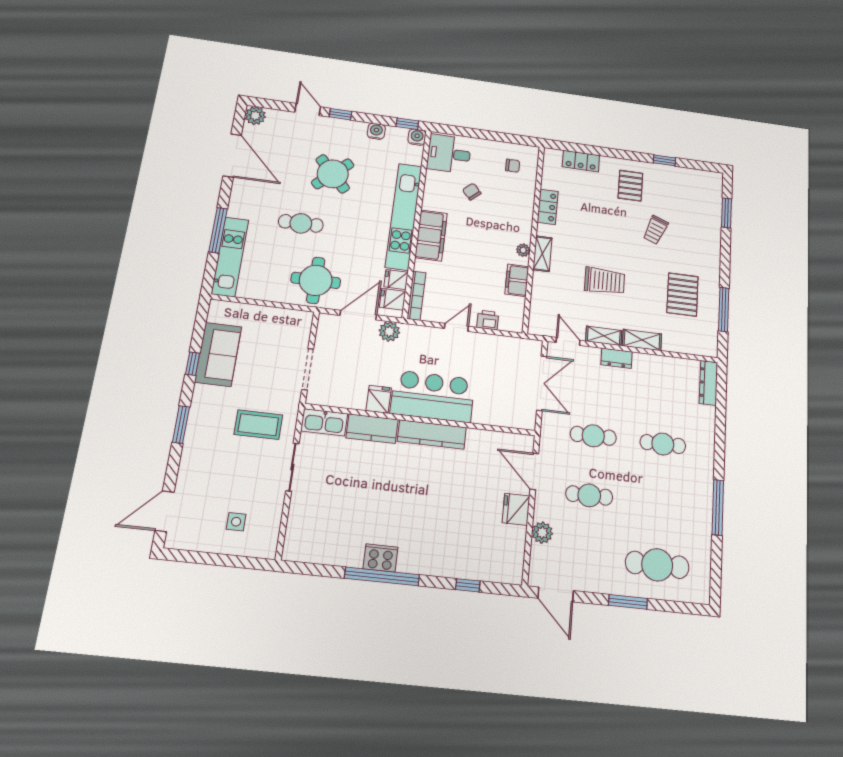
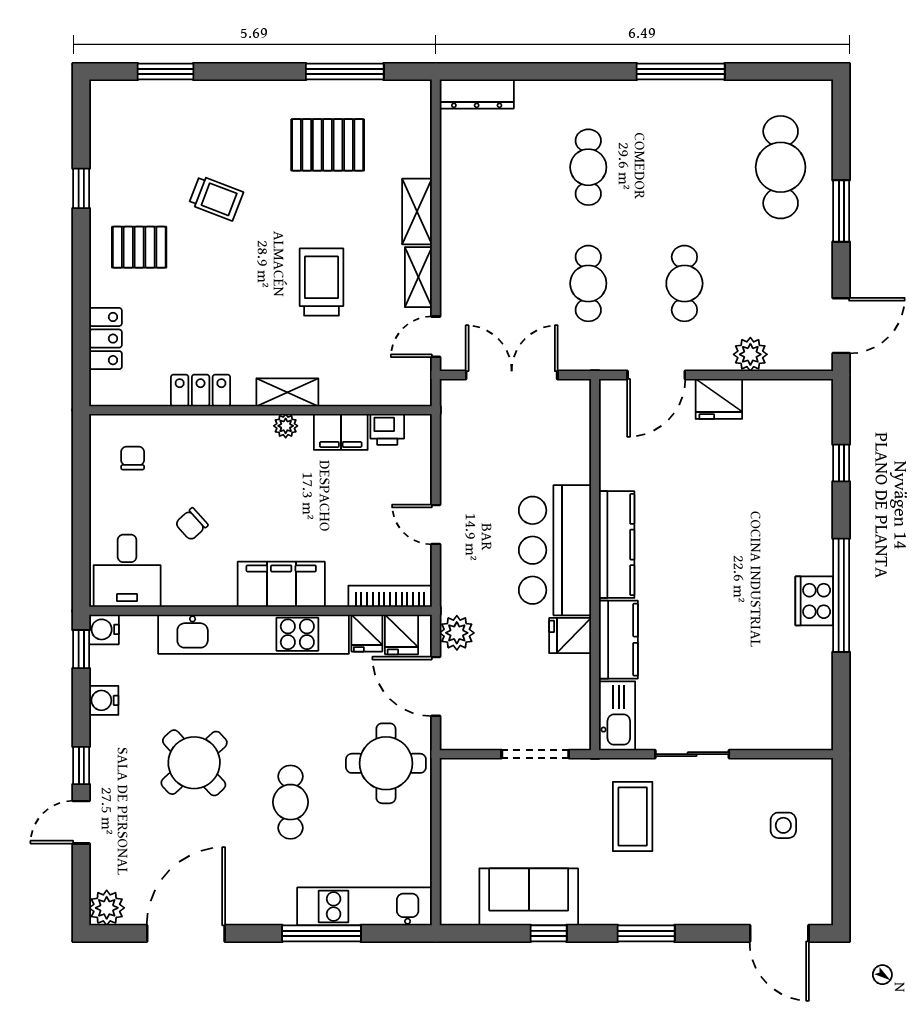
printer: (488, 320) -> (387, 429), moved, turned -90
dresser: (617, 358) -> (454, 253), removed

